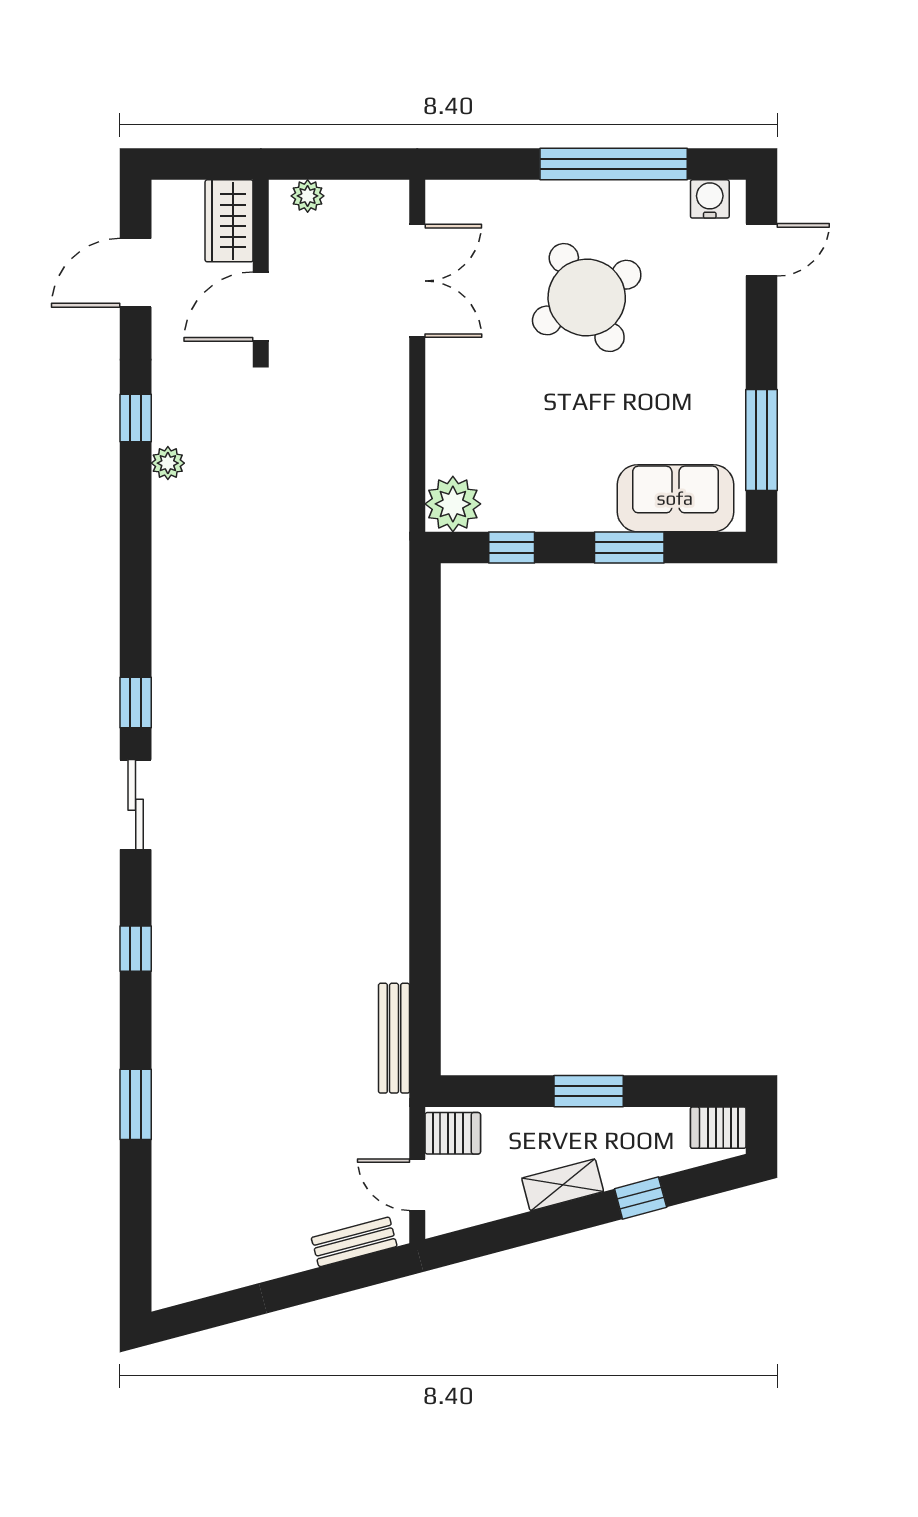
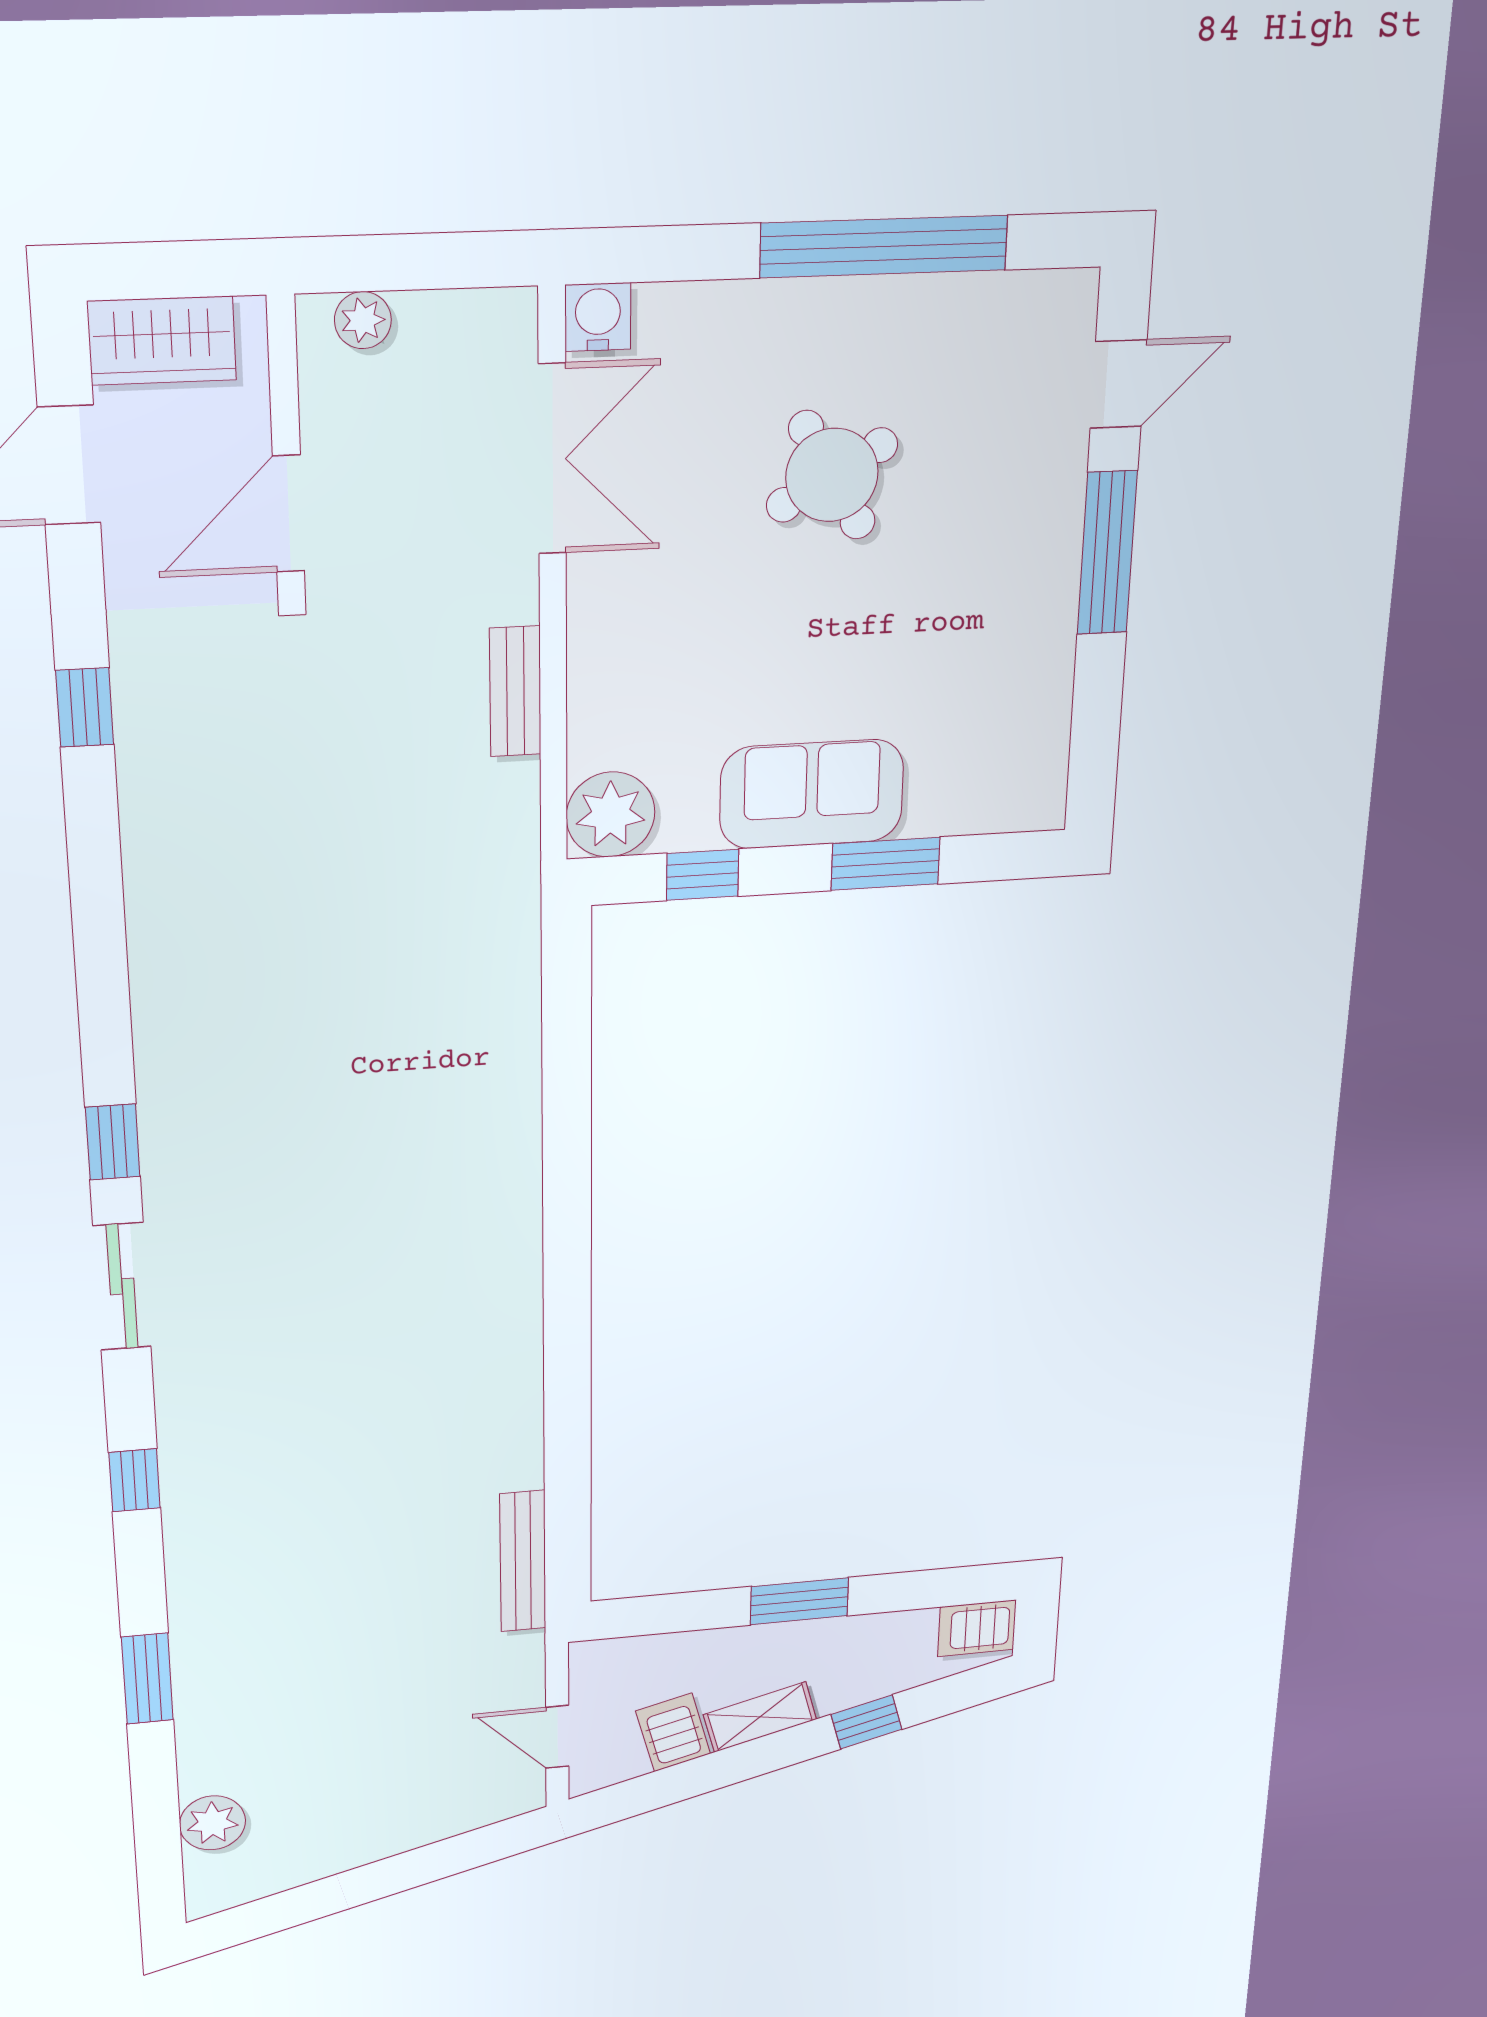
water cooler: (710, 199) -> (598, 317), moved
wardrobe: (229, 221) -> (162, 341), moved, turned -90
round table: (587, 298) -> (832, 475), width x0.73, depth x0.73
window: (762, 440) -> (1107, 553), moved
plant: (168, 463) -> (212, 1823), moved, width x1.38, depth x1.38
sofa: (675, 498) -> (812, 794), moved
server rack: (453, 1133) -> (673, 1732), moved, turned -105
bench: (354, 1242) -> (515, 691), moved, turned -75

